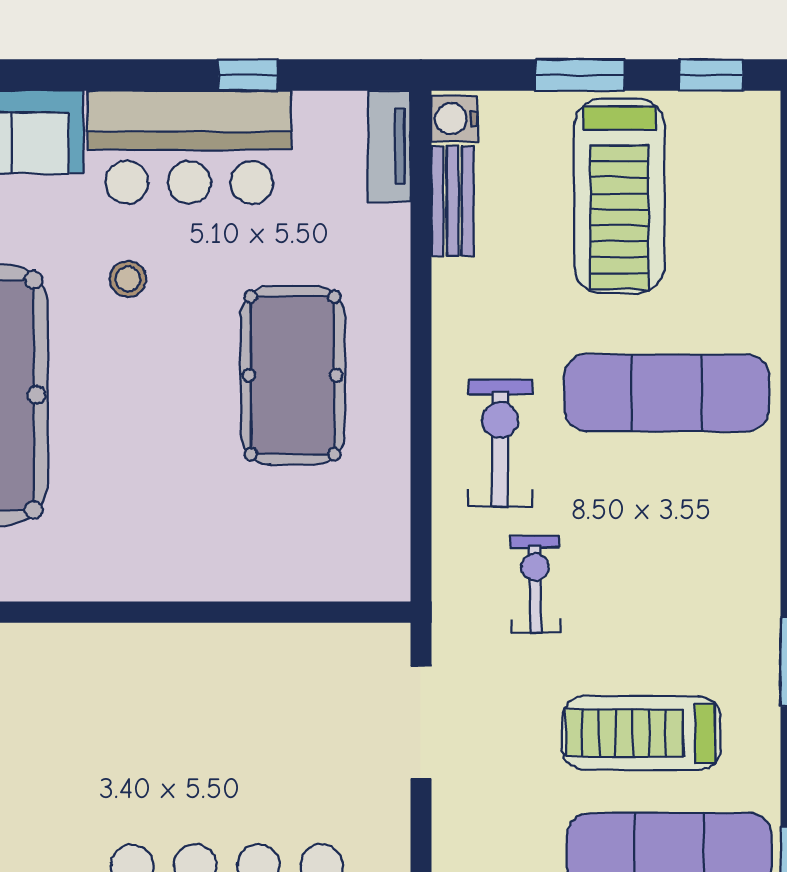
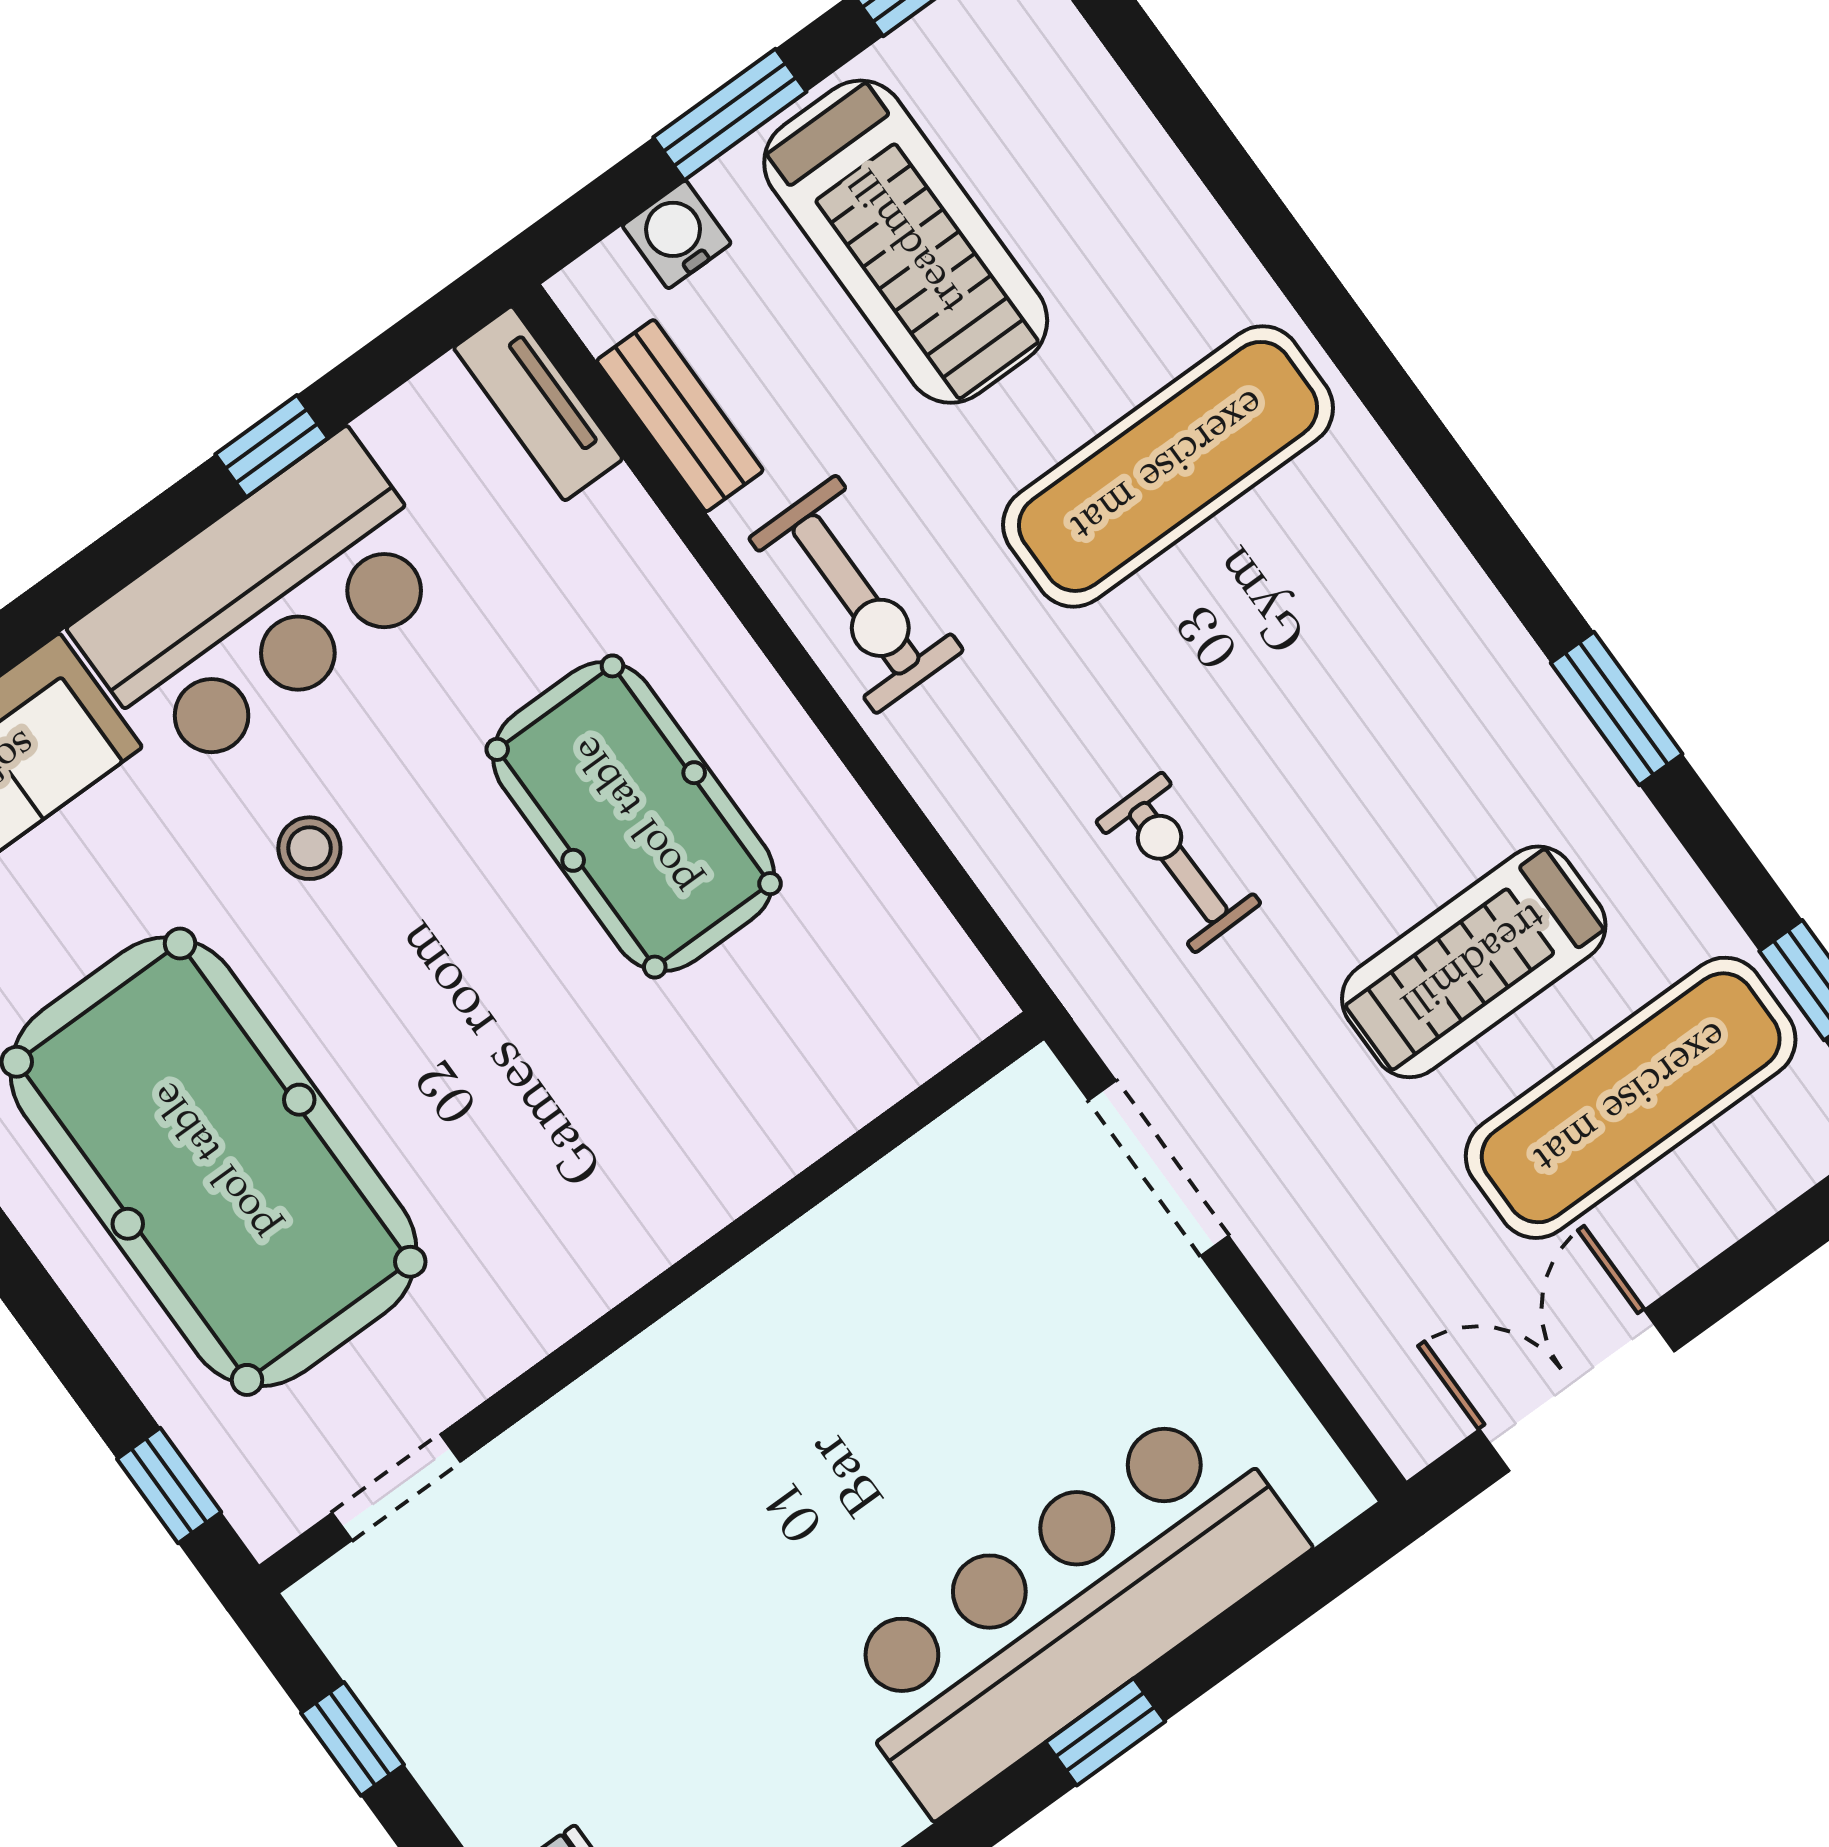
water cooler: (454, 119) -> (677, 235), moved, turned 90
exercise bike: (500, 443) -> (856, 594), moved, turned 180

